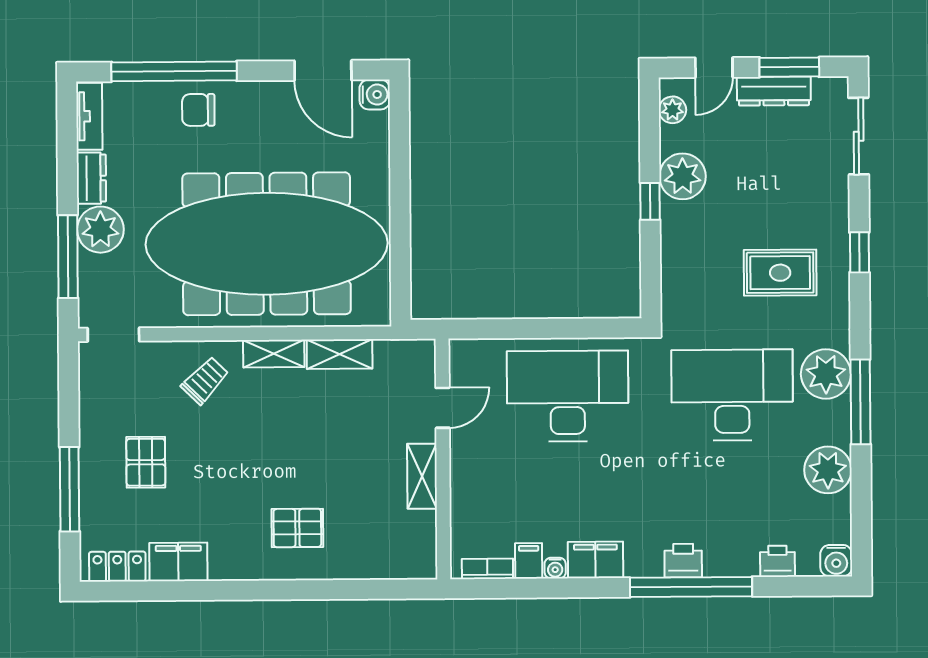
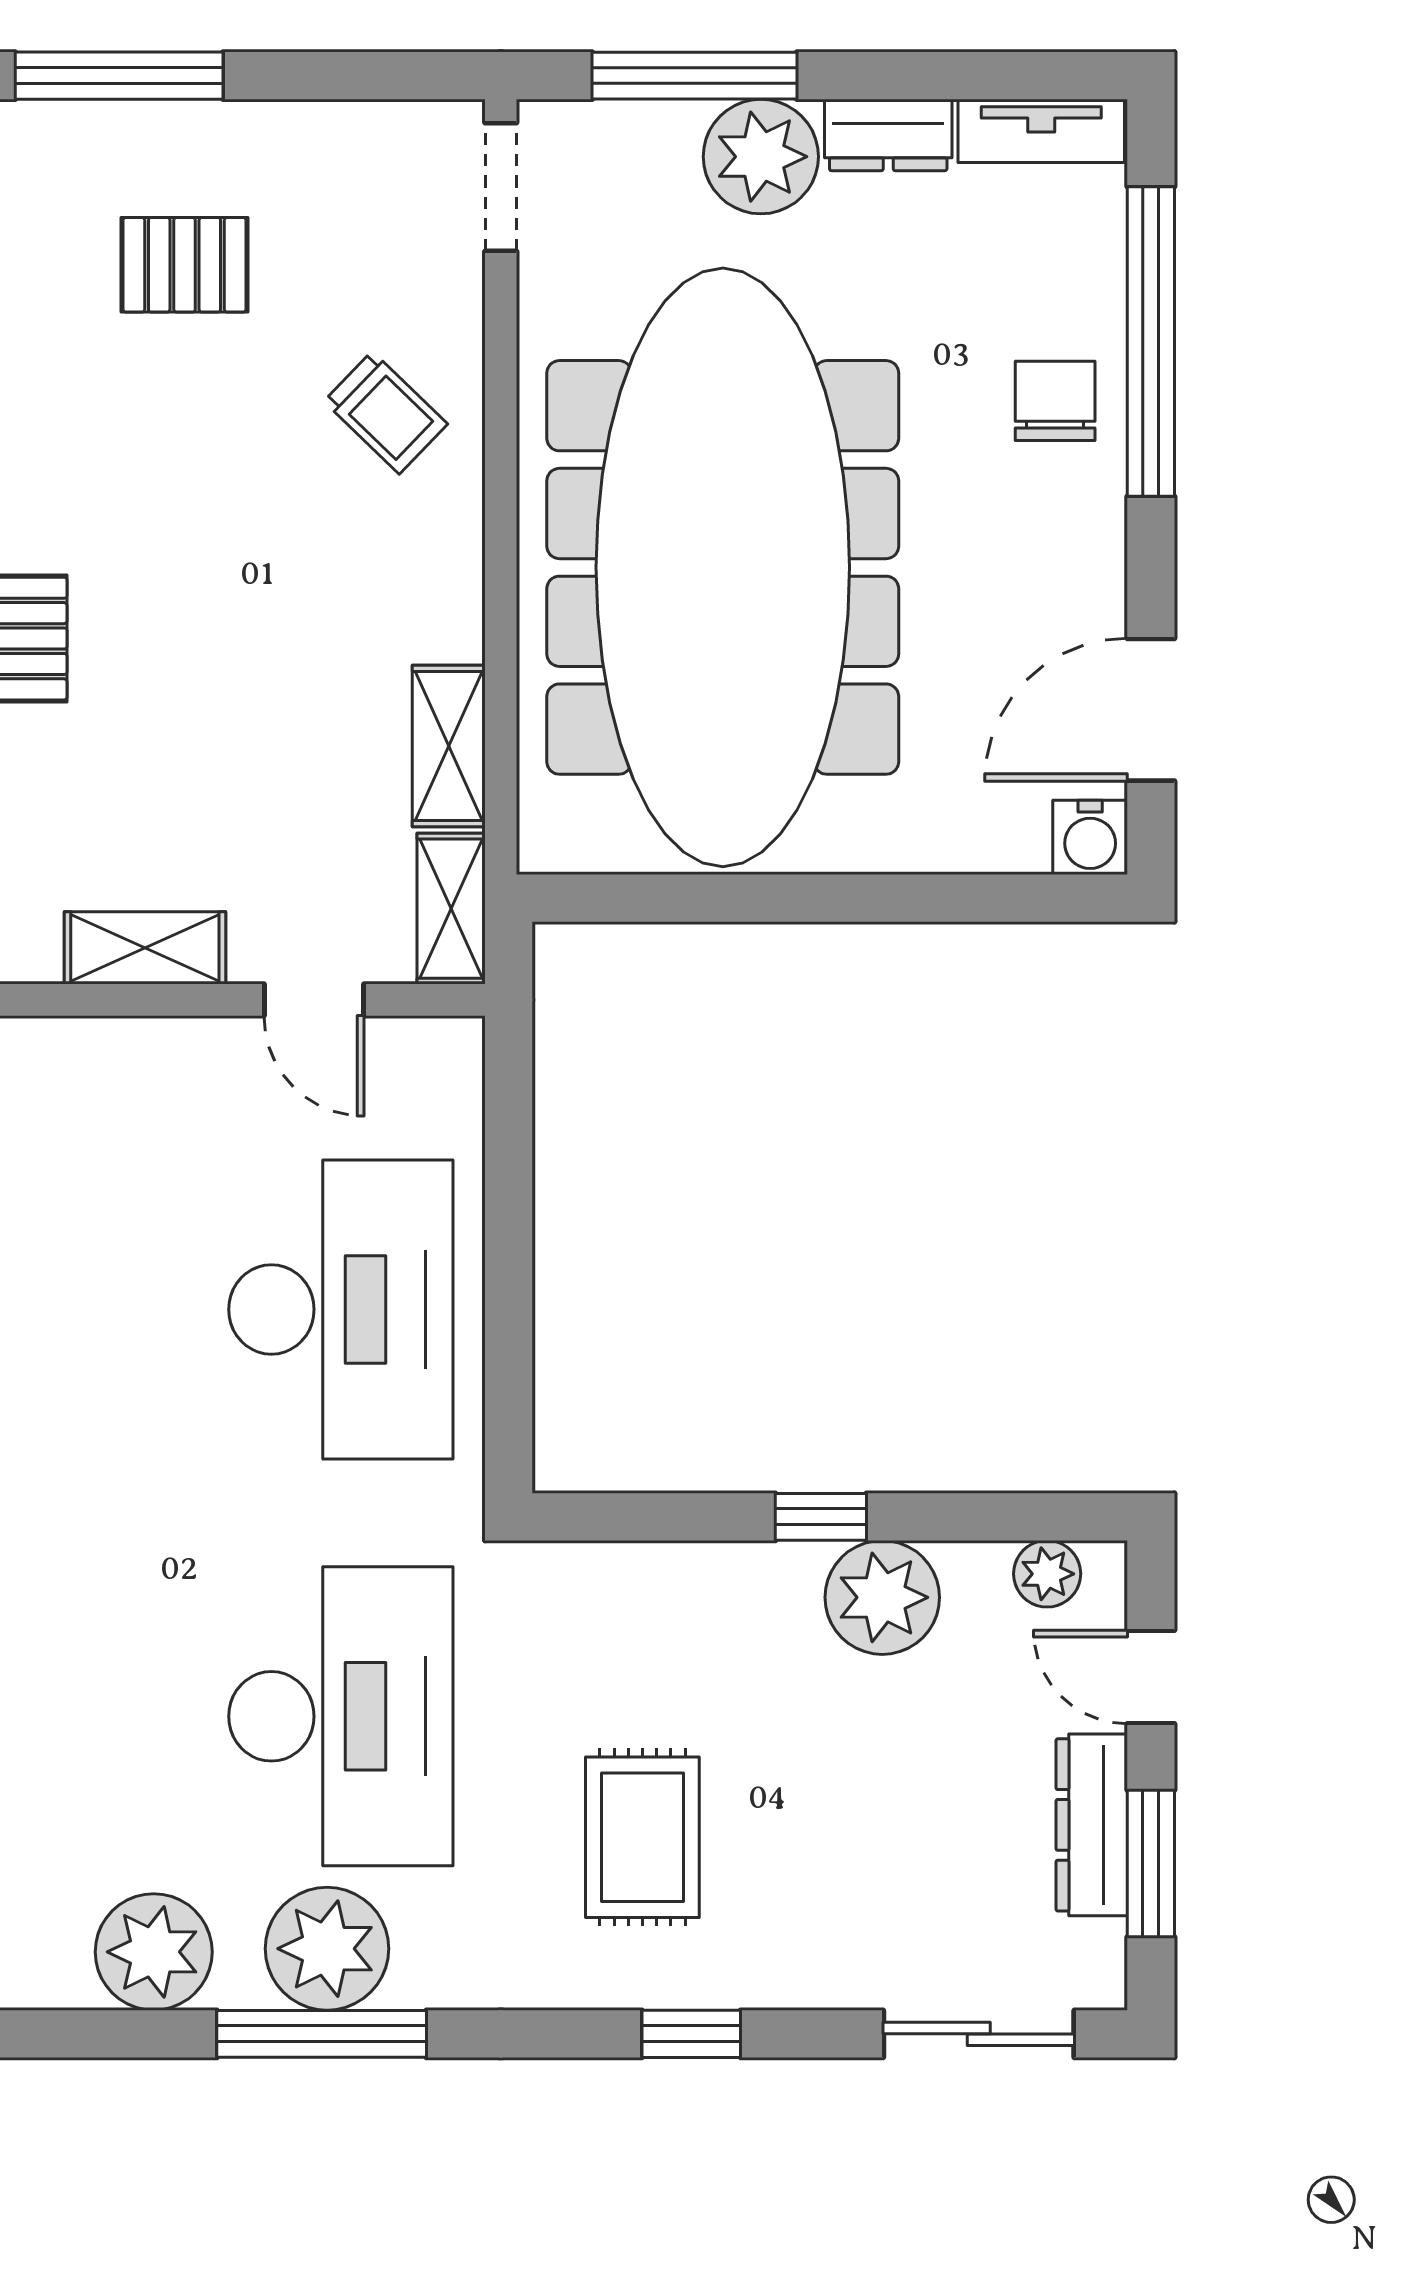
shelving: (274, 354) -> (451, 909), moved
plant: (826, 374) -> (327, 1949), moved

